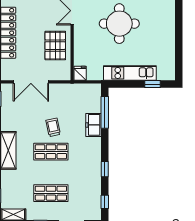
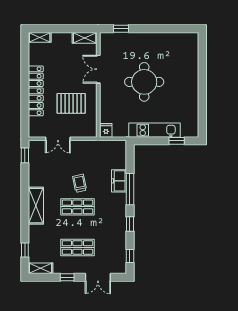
pallet: (55, 46) -> (71, 103), moved, turned 90
double door: (31, 82) -> (58, 139), width x0.73
window: (105, 112) -> (130, 189), moved

